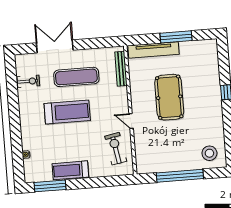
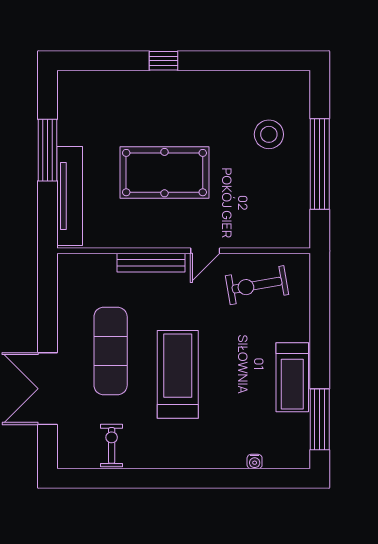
bench: (121, 69) -> (151, 263), moved
stool: (209, 153) -> (269, 134), moved

